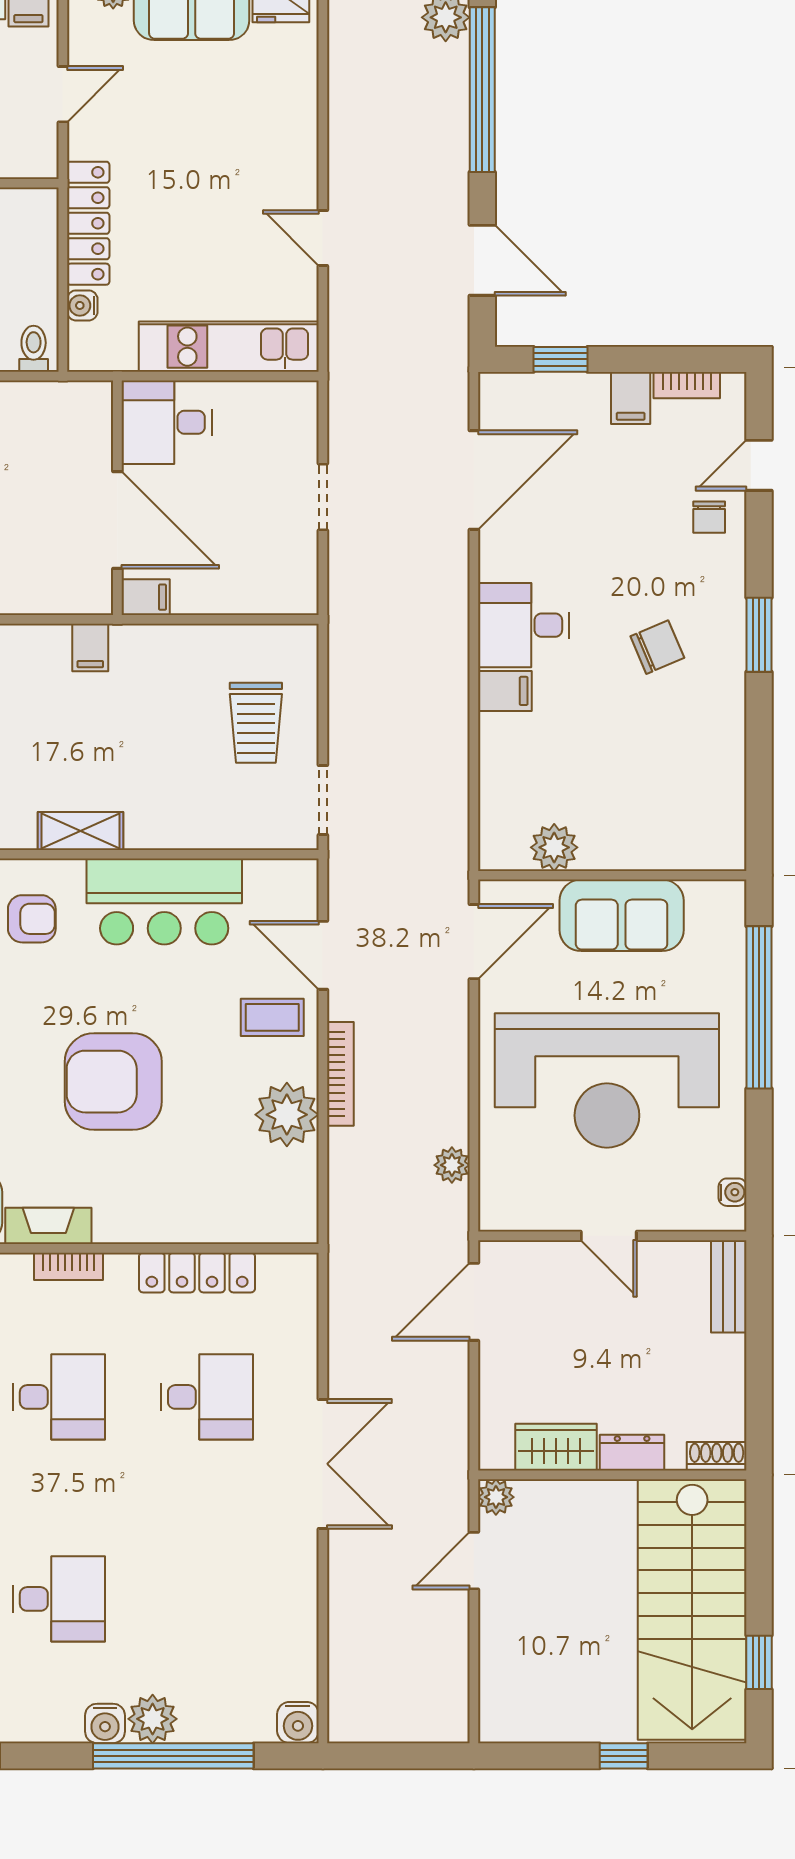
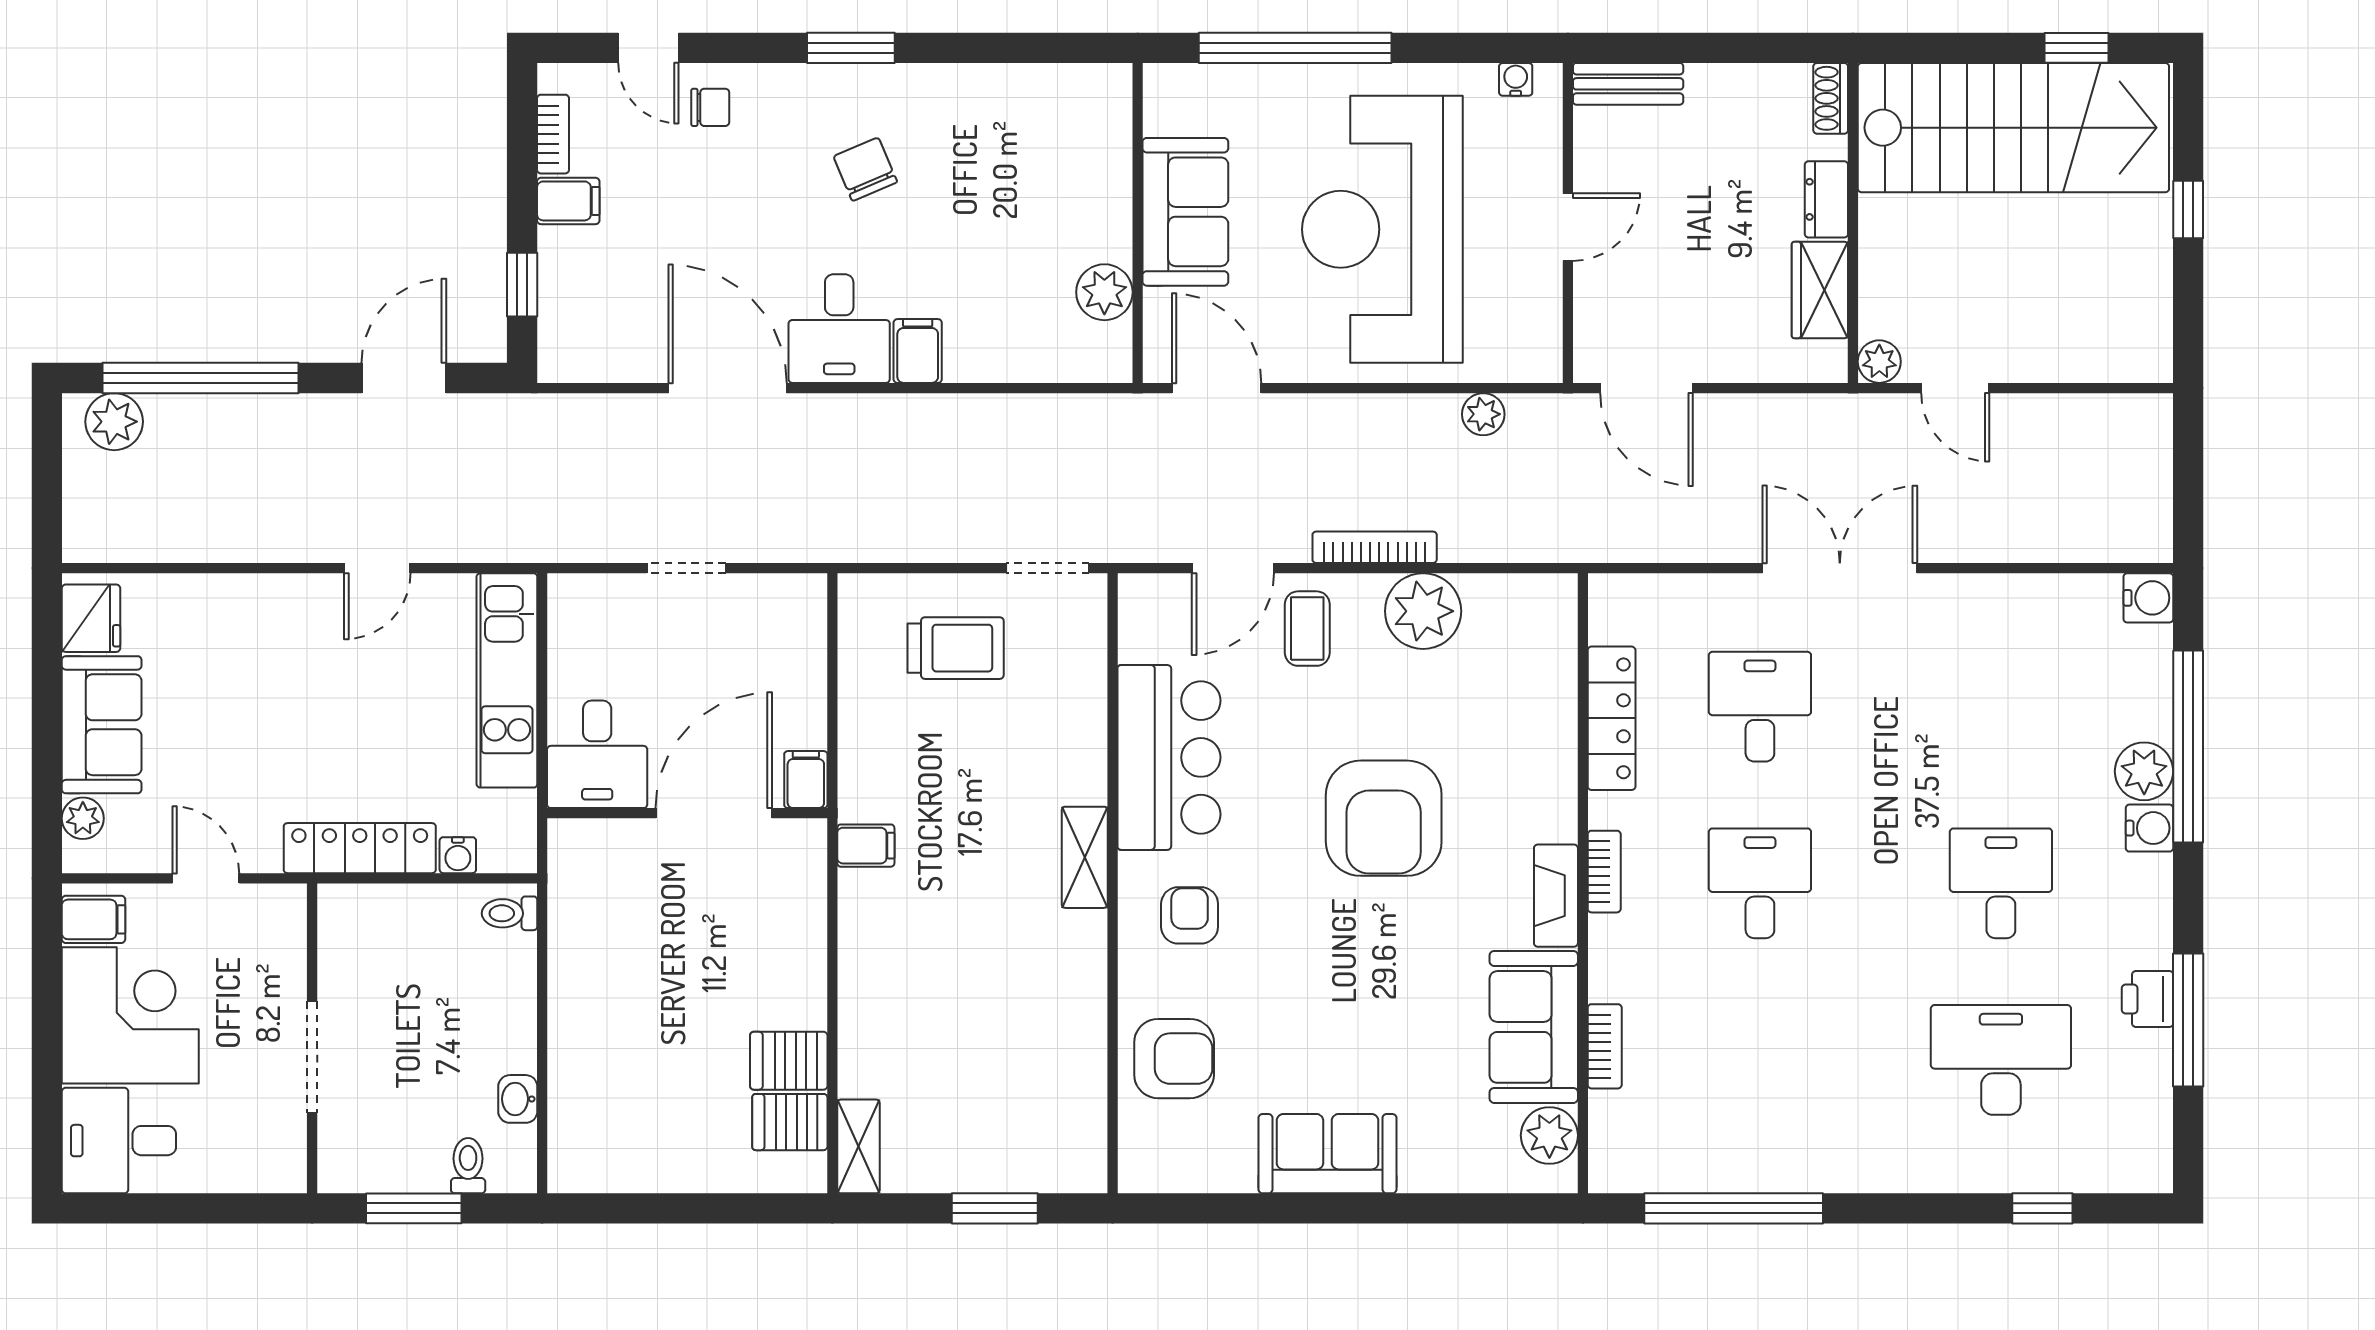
door: (474, 480) -> (728, 388), moved
reception desk: (607, 1080) -> (1382, 229), turned 180

